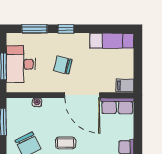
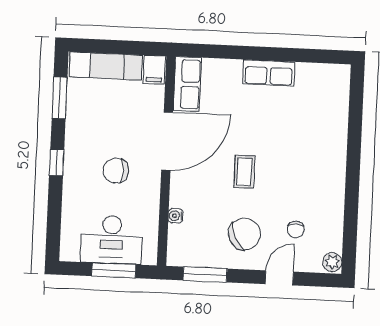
window: (35, 29) -> (60, 98), moved
exam couch: (112, 41) -> (106, 66), moved, turned 90
chair: (63, 65) -> (116, 171), turned 76

